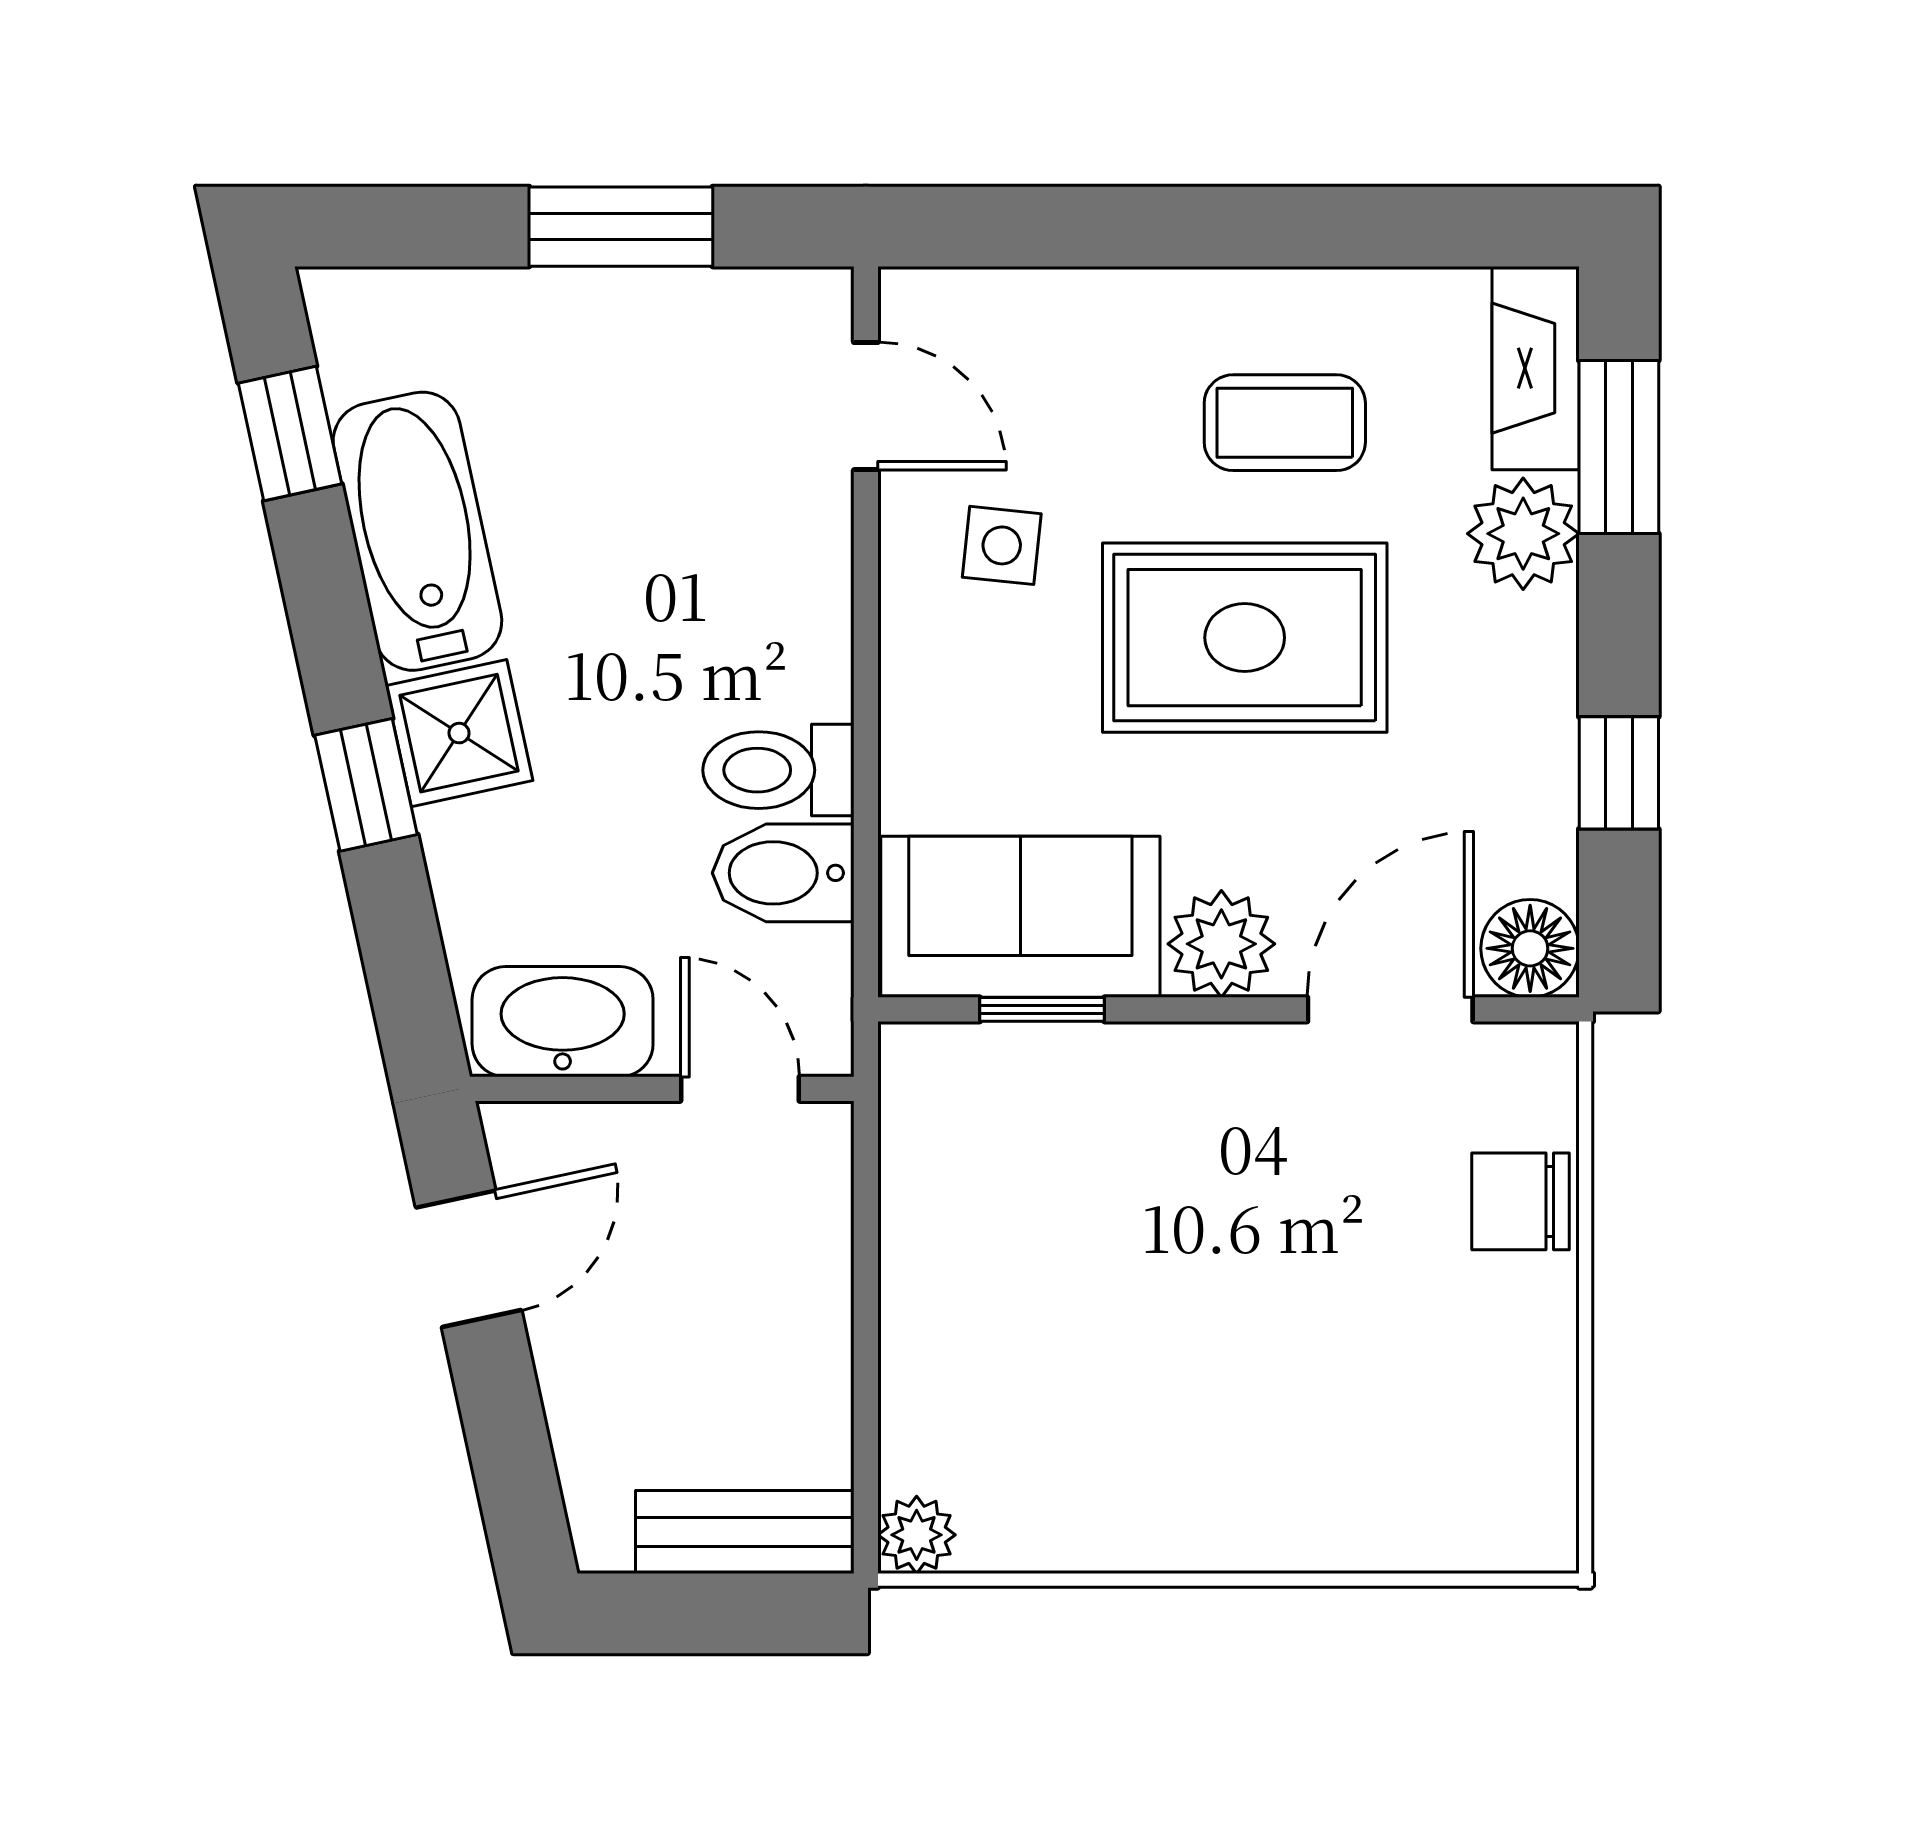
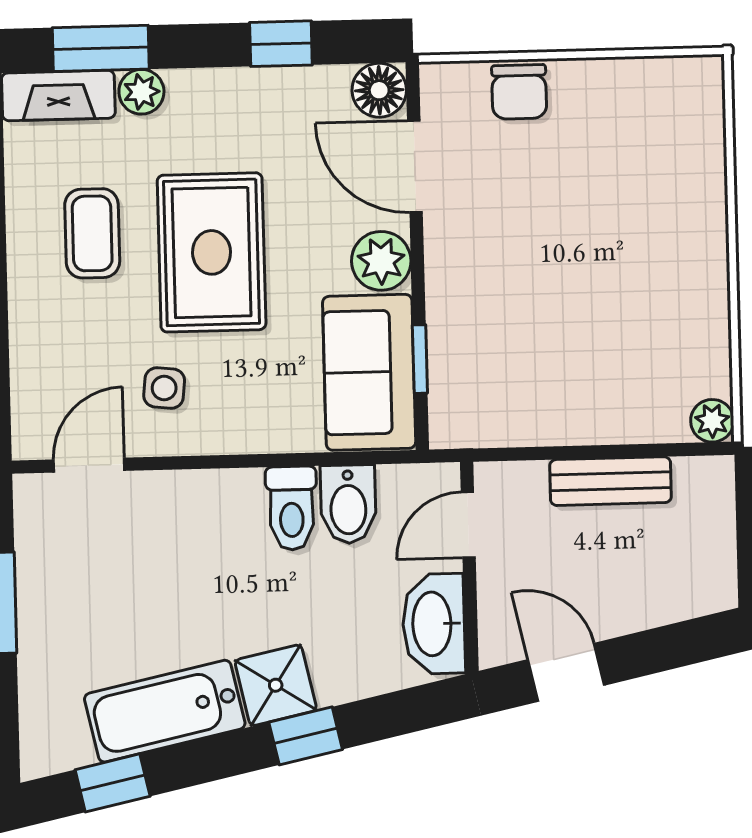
plant: (1523, 534) -> (141, 92), width x0.73, depth x0.73
bench: (745, 1532) -> (610, 481), moved, turned 90

